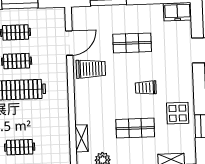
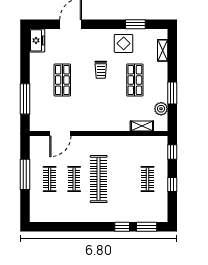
door: (69, 43) -> (60, 134), swing flipped
trolley: (91, 69) -> (83, 116), removed

